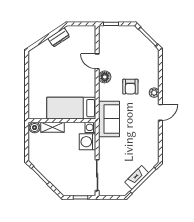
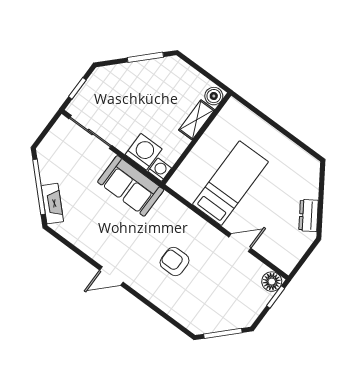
floor lamp: (105, 77) -> (272, 282), moved
plant: (154, 93) -> (143, 287), removed
bed: (71, 108) -> (230, 183), moved
door: (160, 112) -> (111, 276), hinge flipped
sofa: (109, 119) -> (131, 186), moved
fireplace: (137, 177) -> (52, 204), moved

